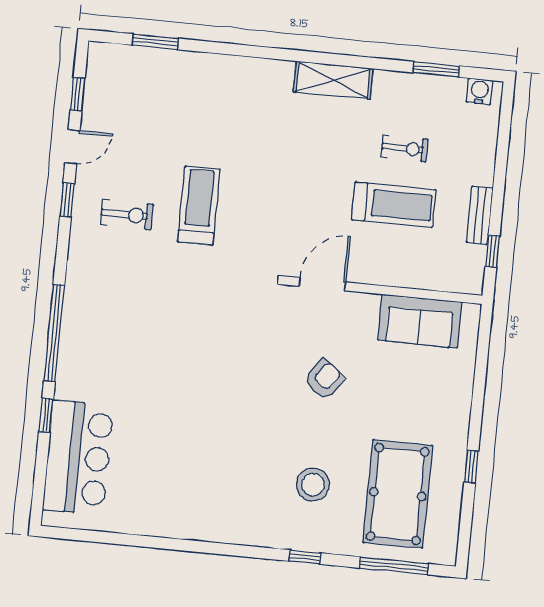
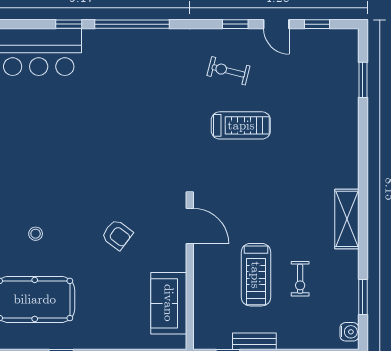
exercise bike: (127, 215) -> (228, 71), turned 104
stool: (313, 485) -> (36, 234), width x0.53, depth x0.53

